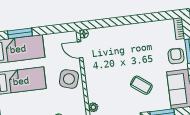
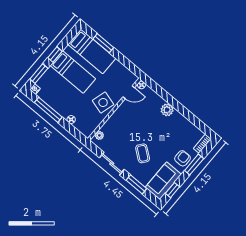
plant: (124, 32) -> (167, 110), added
door: (80, 50) -> (129, 92), swing flipped

